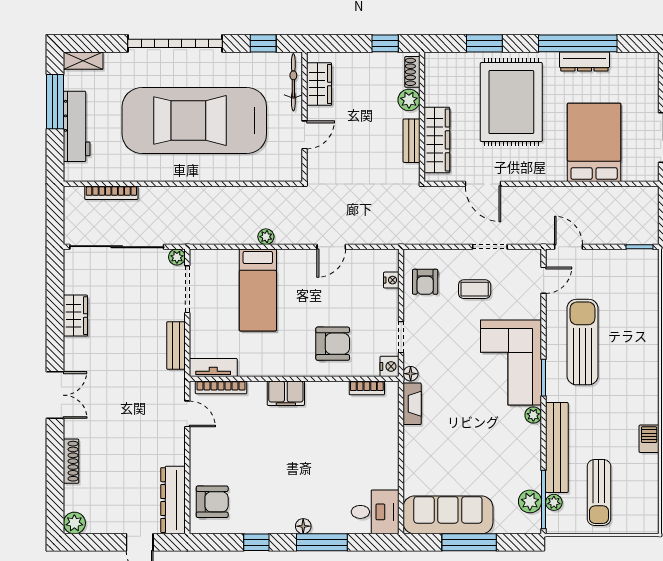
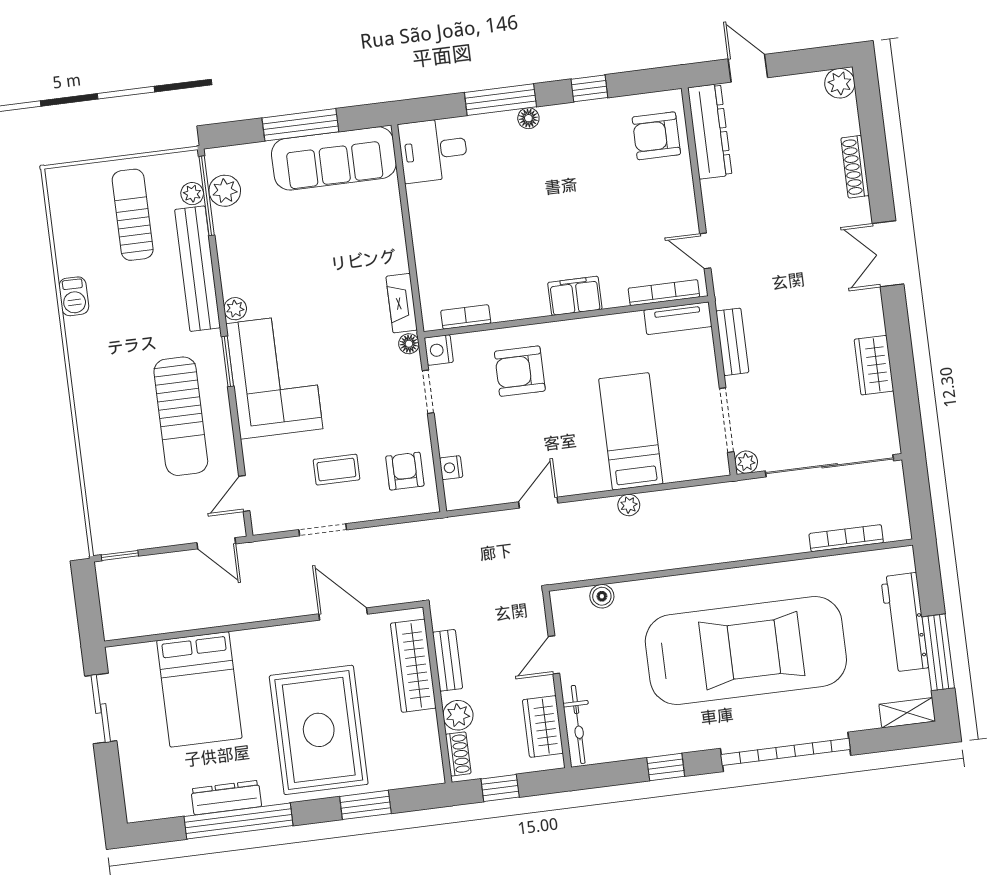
bicycle: (293, 82) -> (578, 724), moved
wardrobe: (319, 84) -> (543, 726), moved
wall: (305, 117) -> (557, 680), moved
door: (305, 135) -> (554, 655), moved
boiler: (294, 173) -> (602, 596), added

